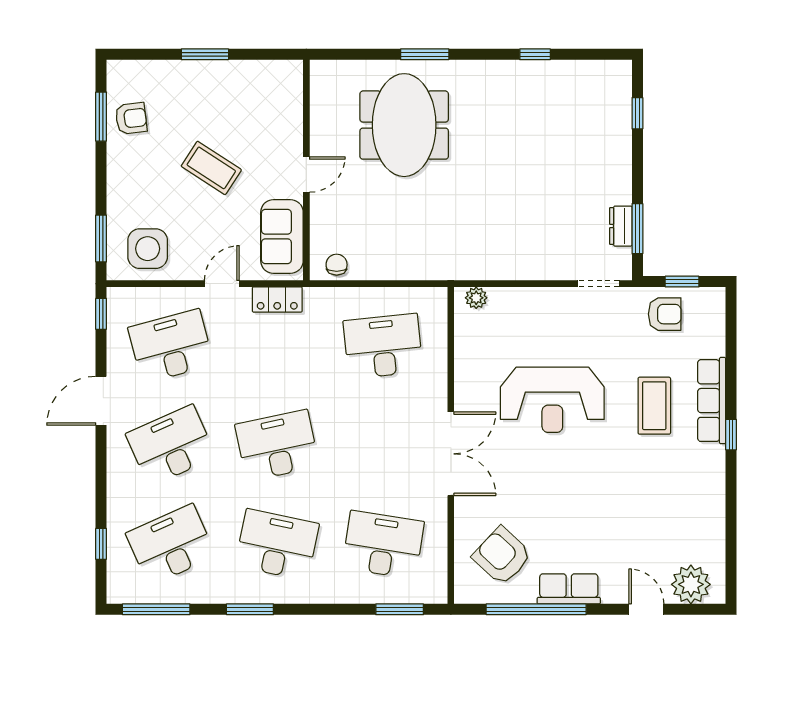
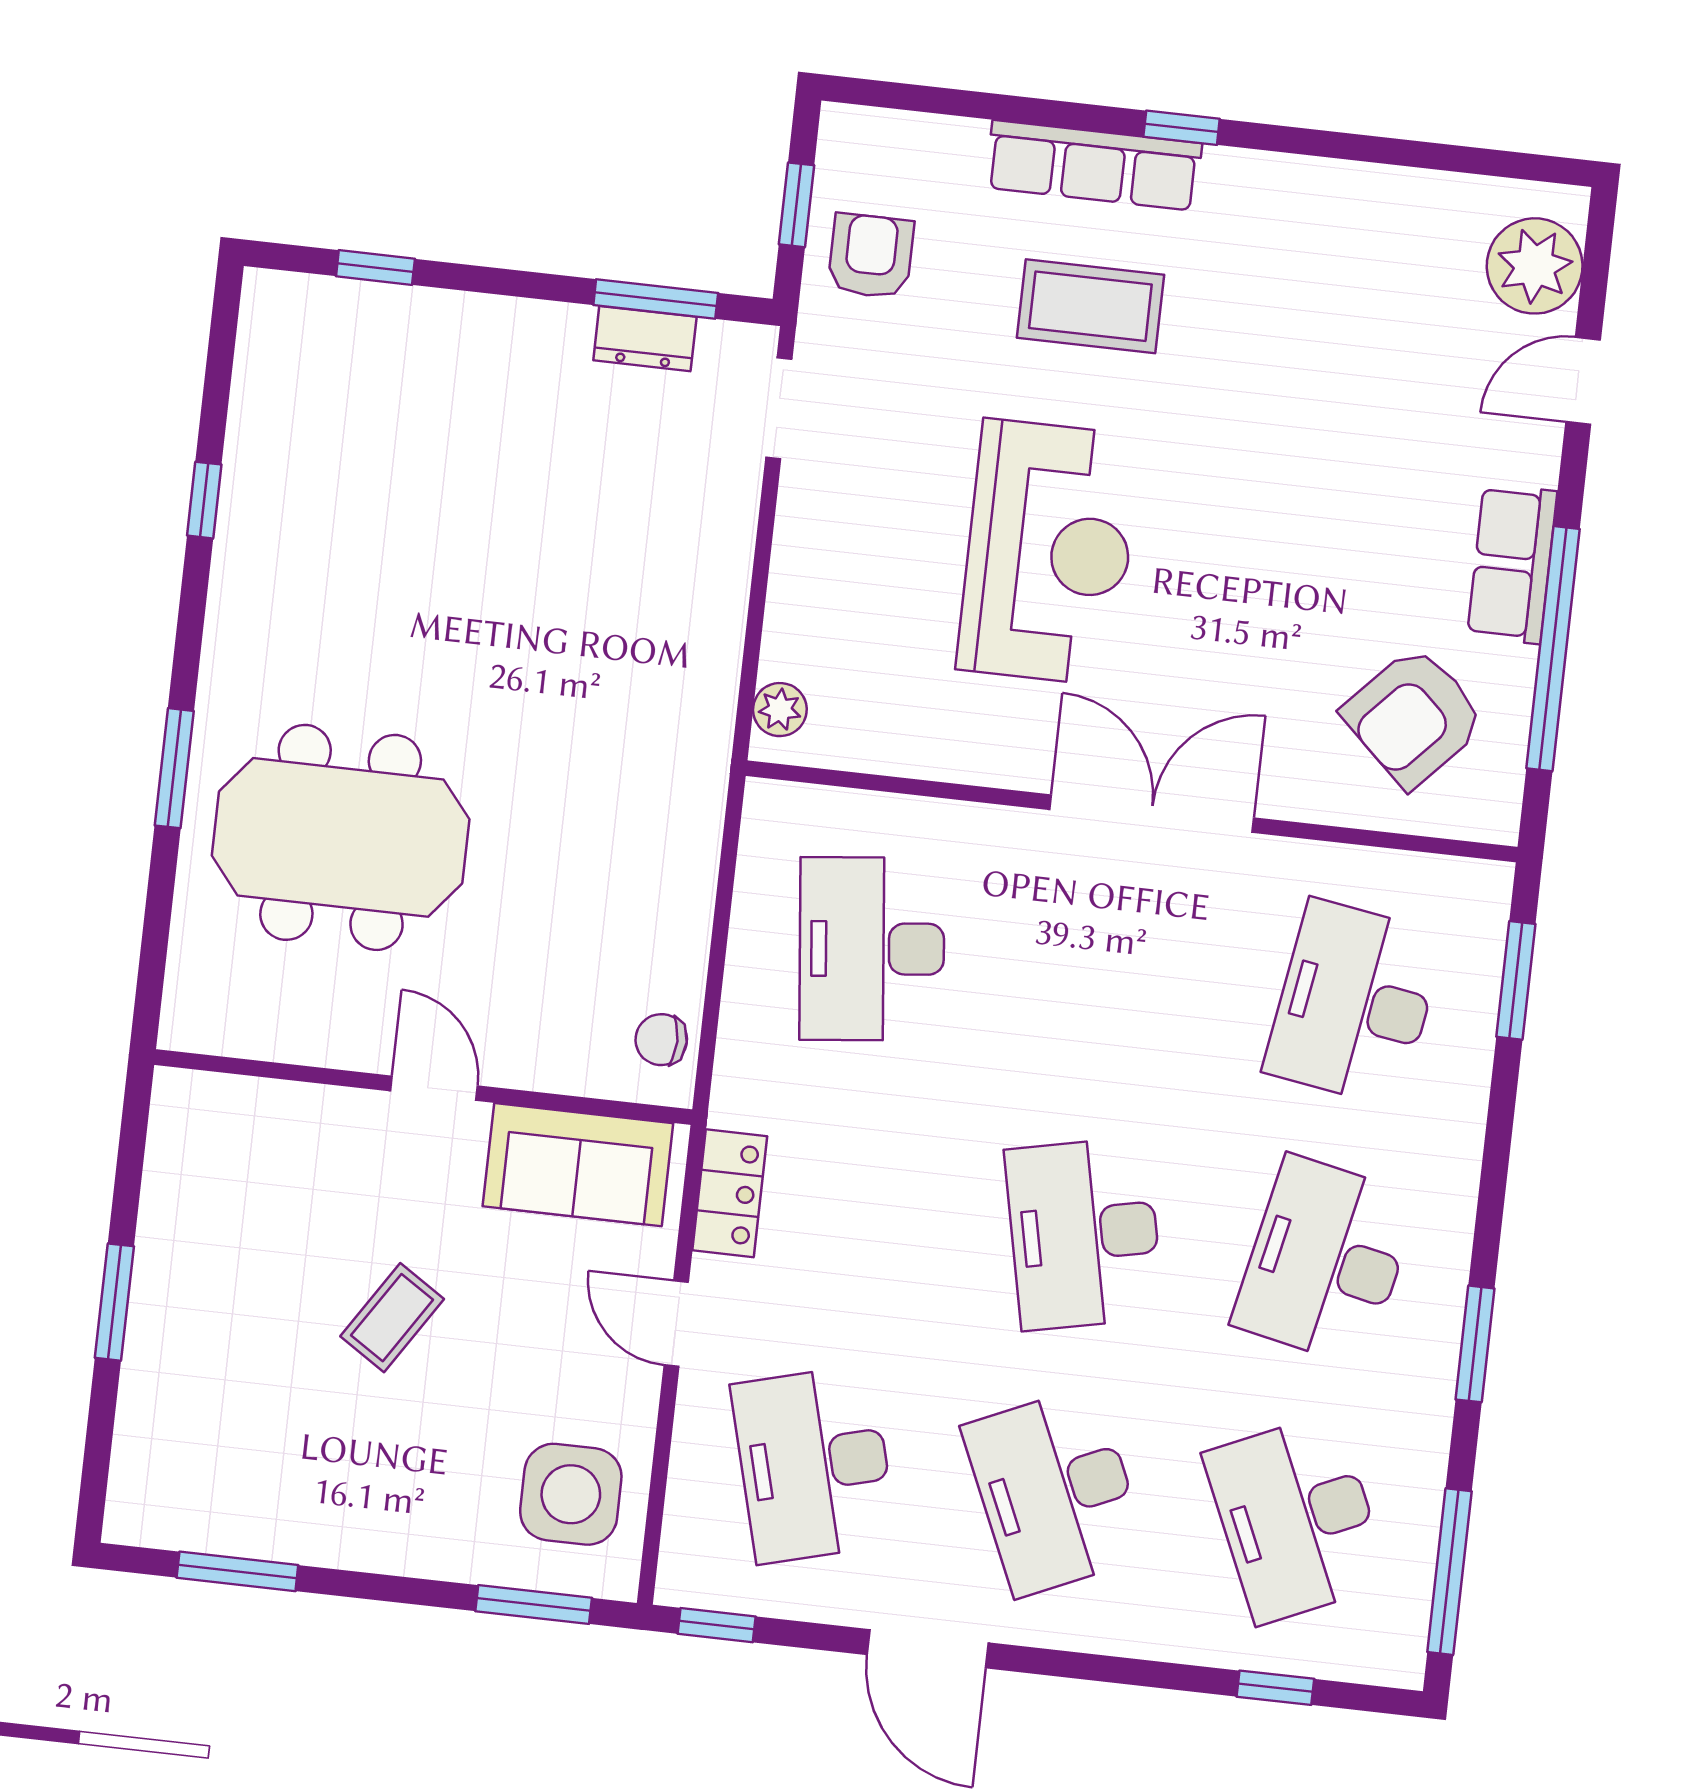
armchair: (131, 118) -> (250, 1499), removed
coffee table: (211, 168) -> (392, 1318), width x0.73, depth x0.77

